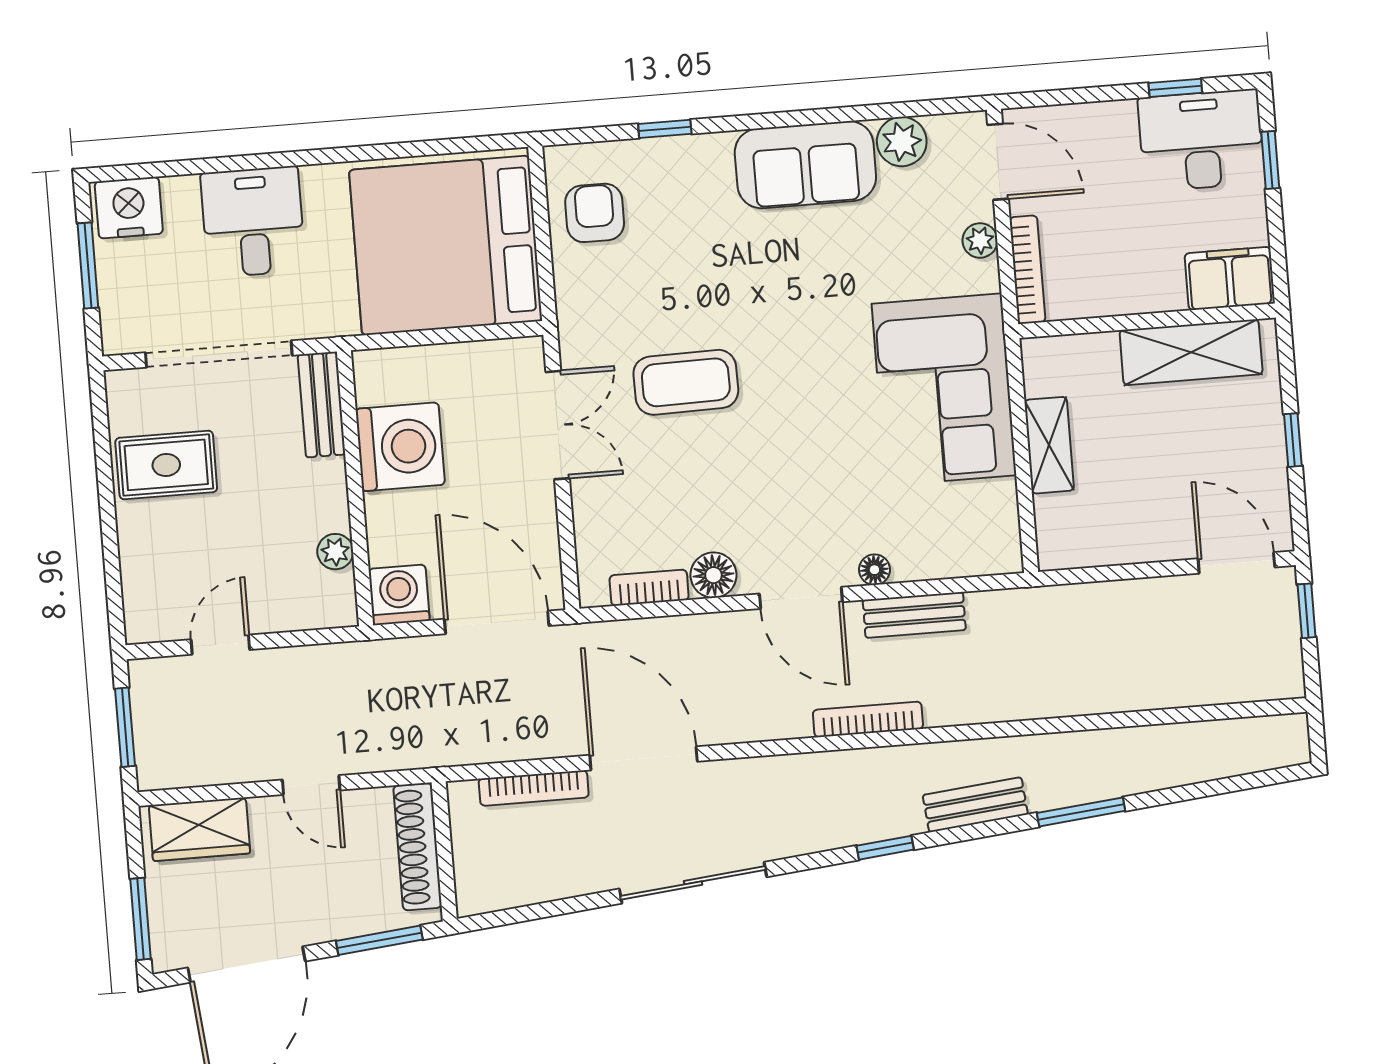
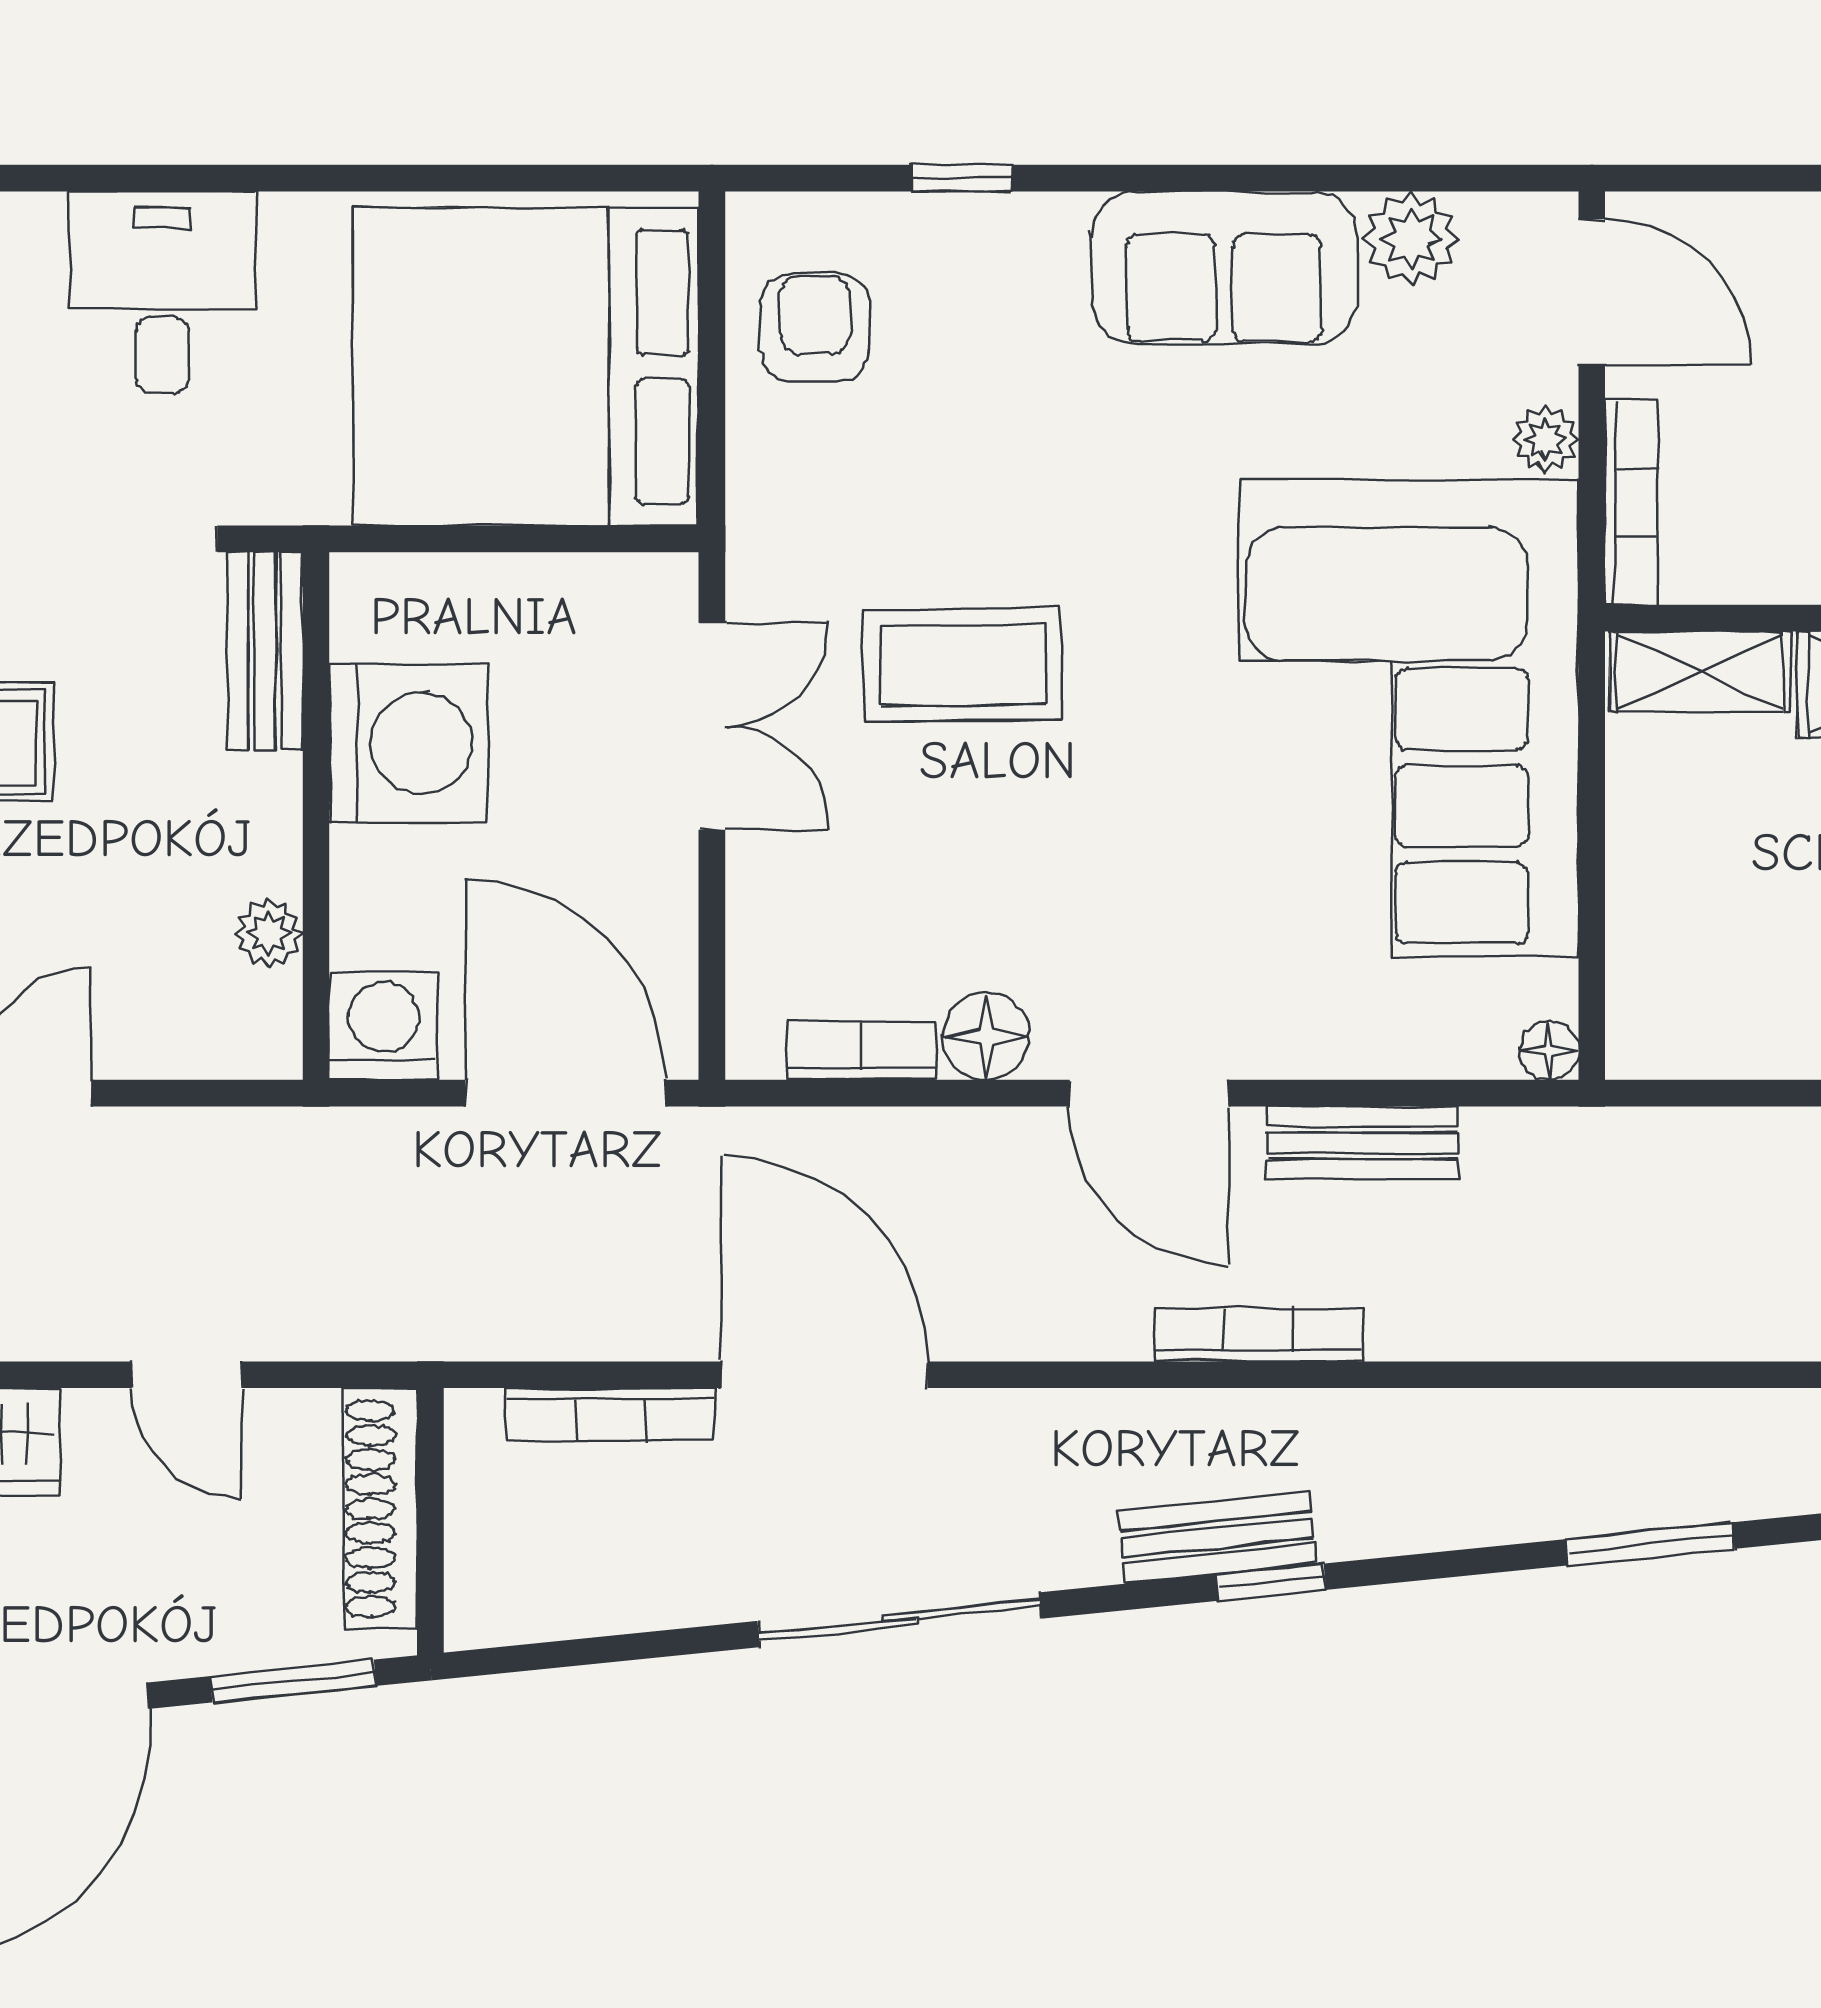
corner sofa: (944, 389) -> (1409, 718), width x1.36, depth x1.36
shelving: (1049, 445) -> (1700, 672), moved, turned 90
floor lamp: (874, 570) -> (1549, 1051), moved
bench: (975, 805) -> (1217, 1538), moved

